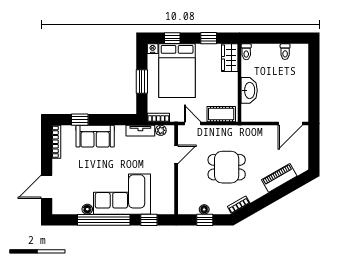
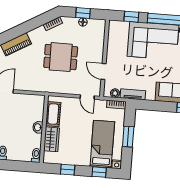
wardrobe: (230, 58) -> (52, 139), moved
bed: (177, 71) -> (102, 144), width x0.67
washbasin: (249, 90) -> (38, 127), width x0.52, depth x0.69
cot: (221, 114) -> (53, 114), moved, turned 90
door: (176, 154) -> (103, 71), hinge flipped

